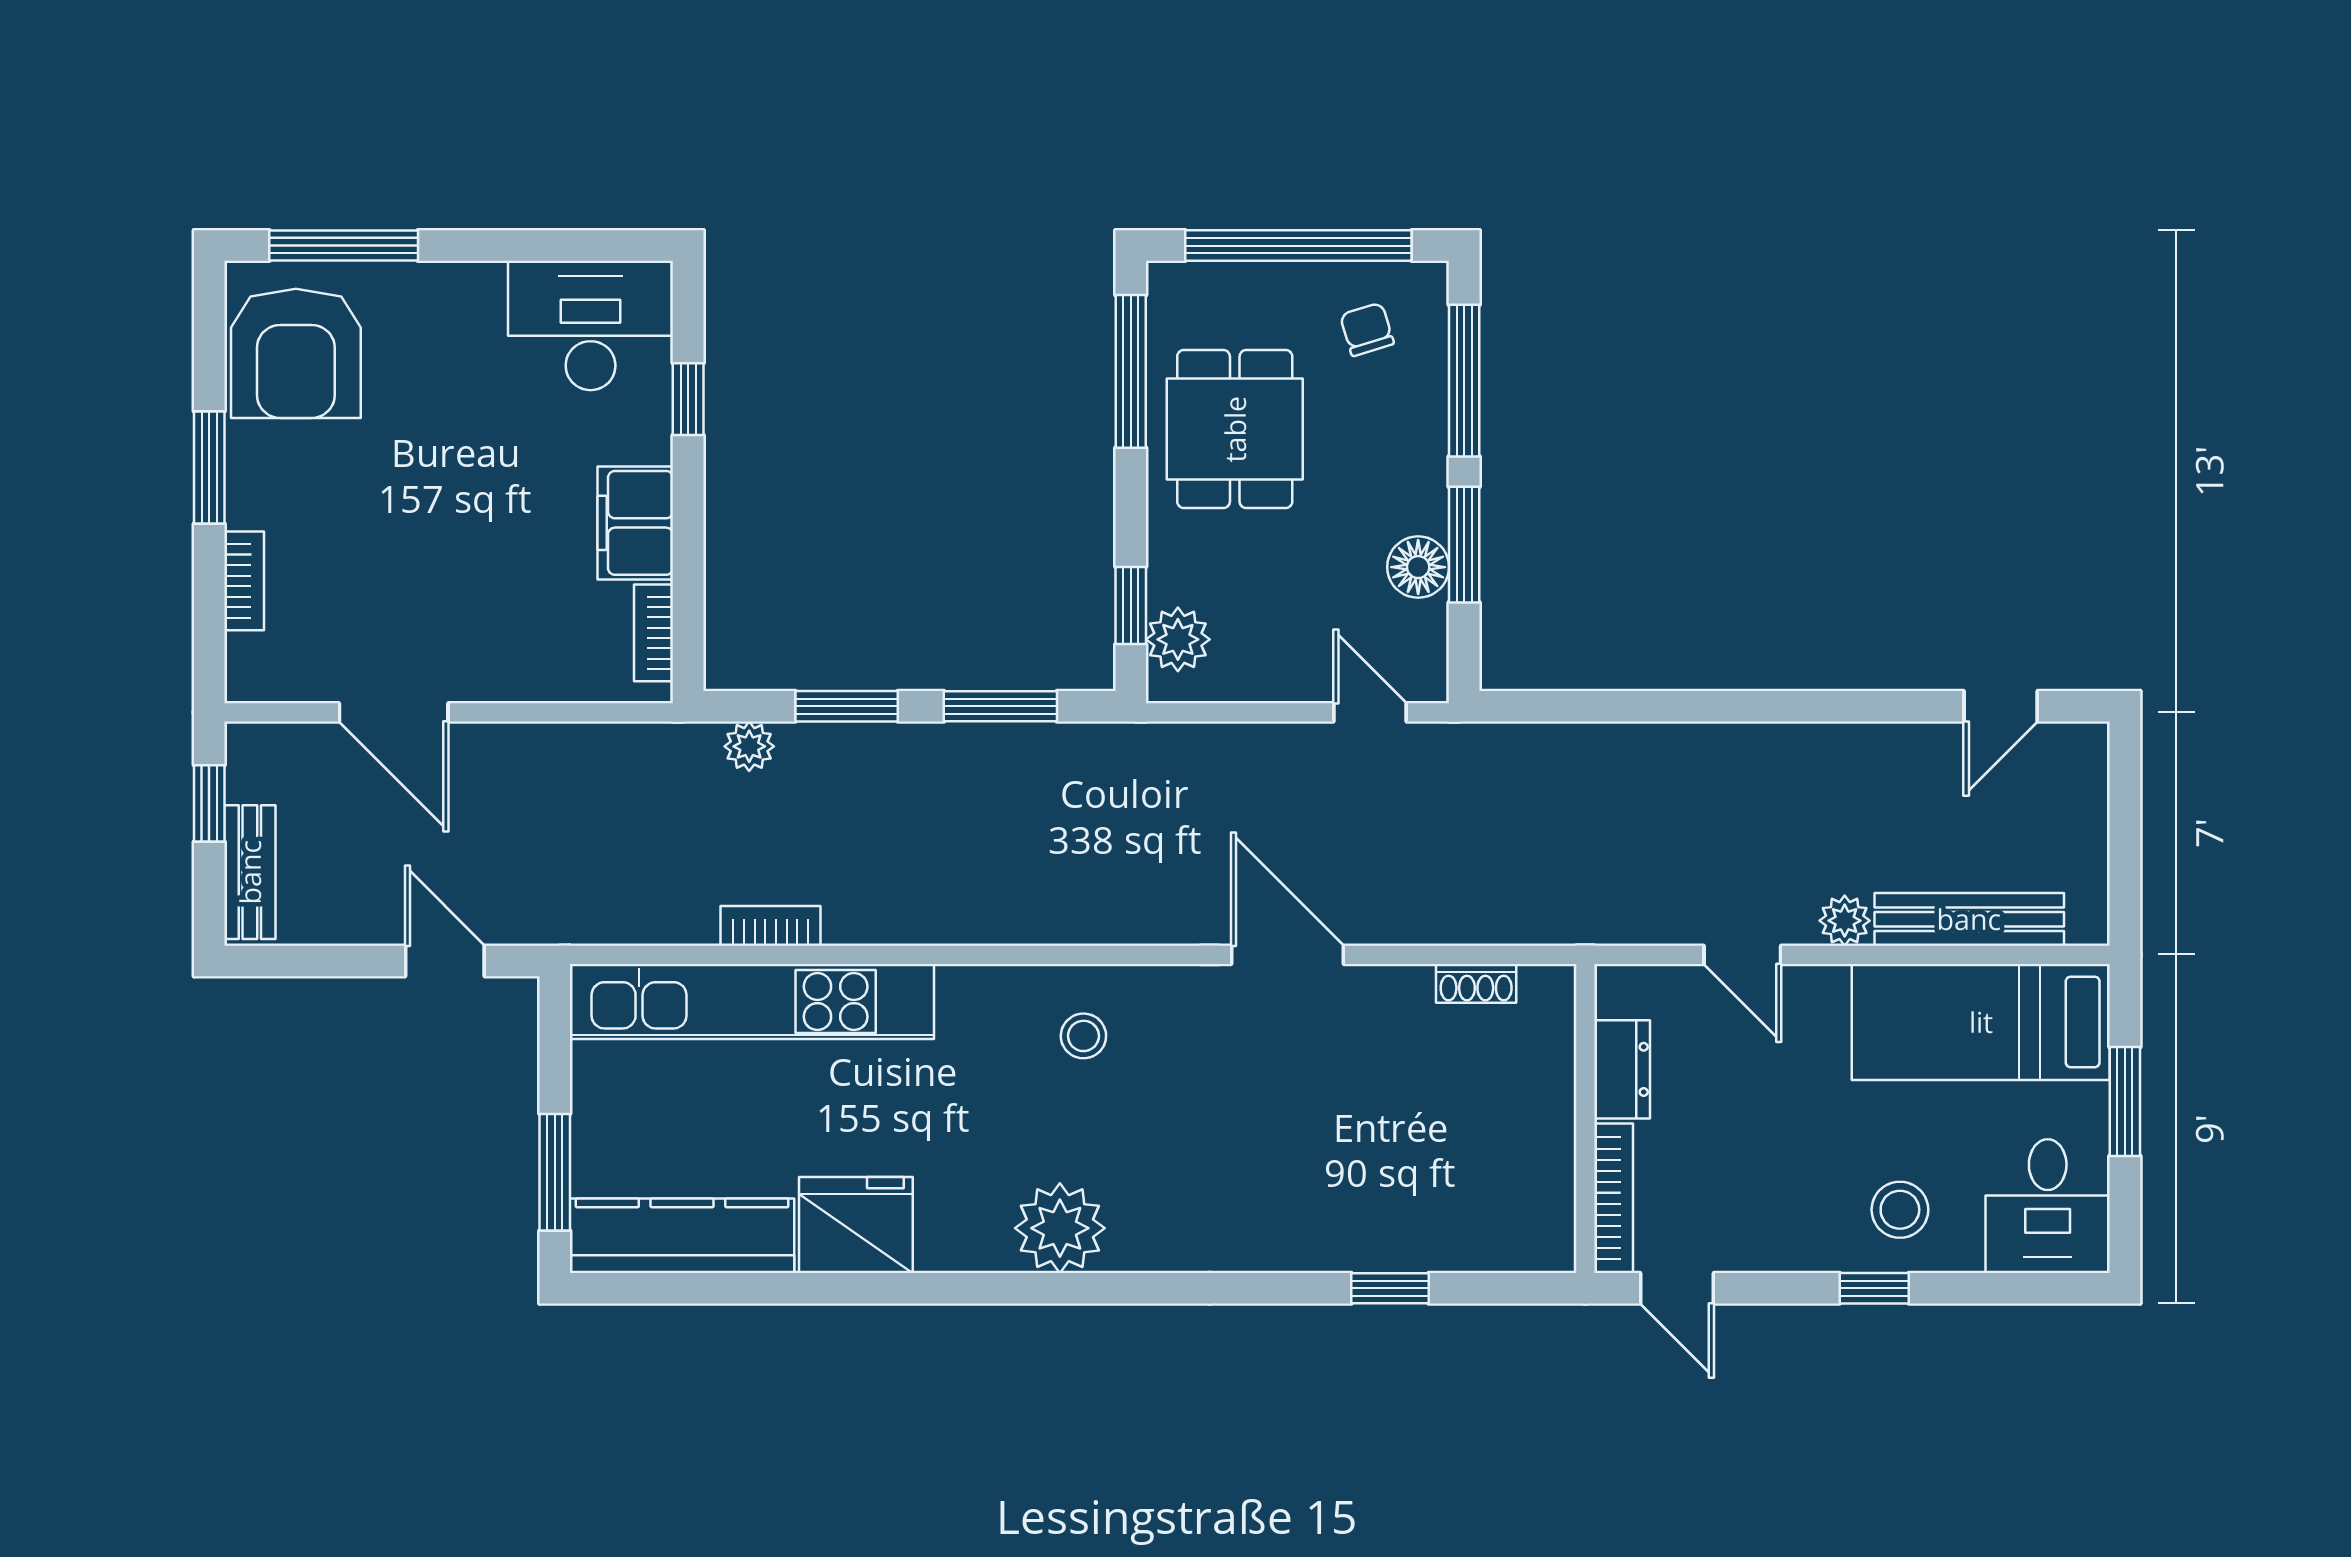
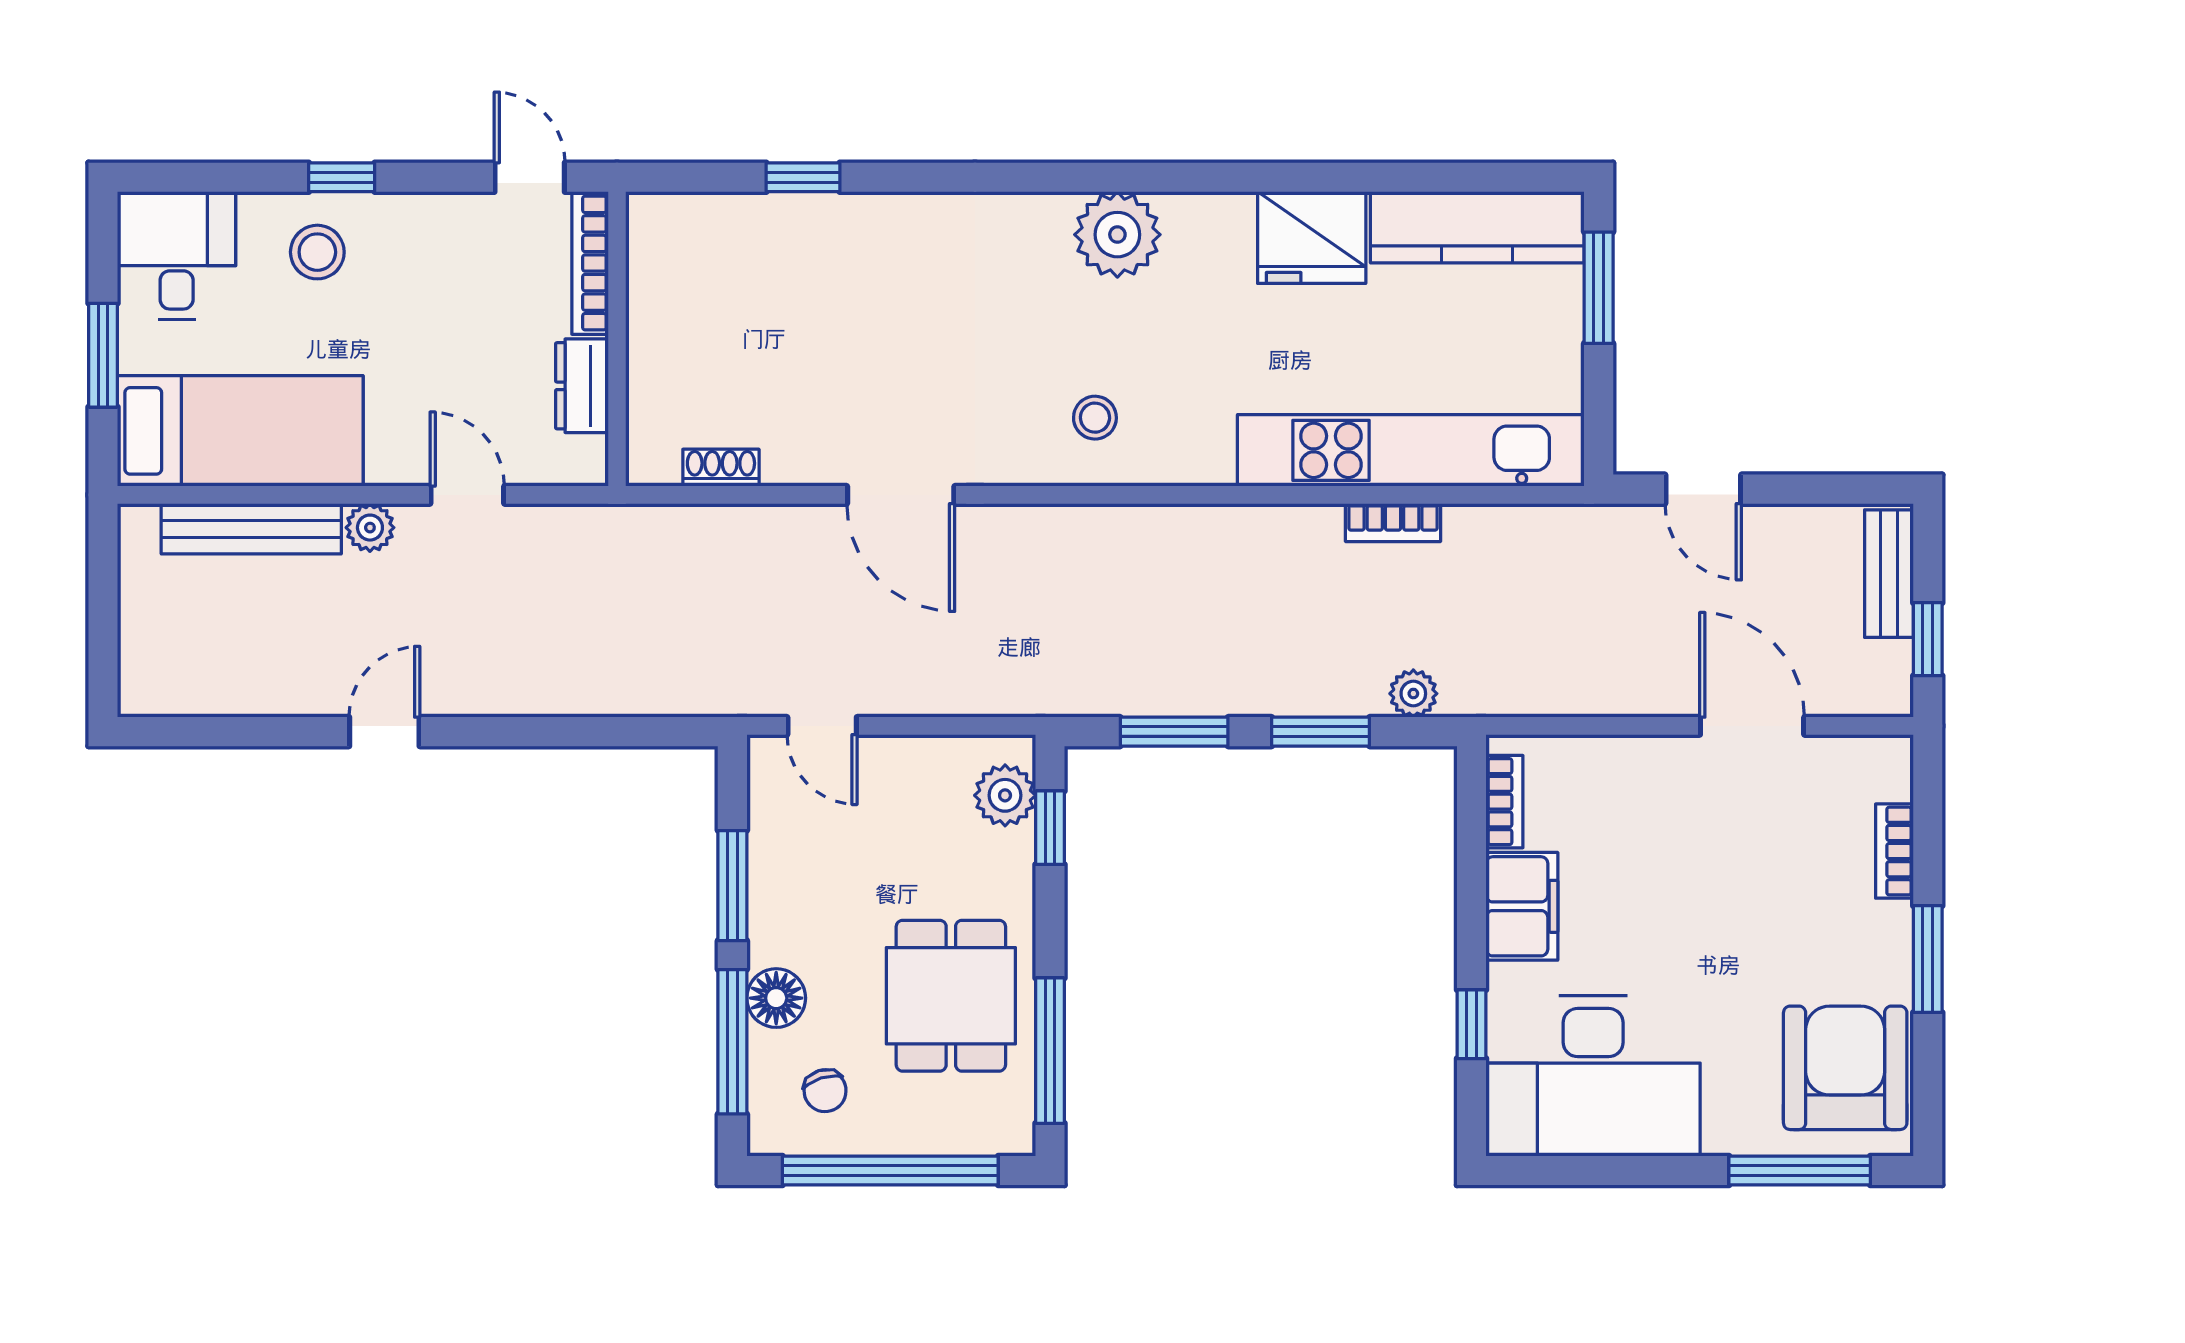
desk: (591, 325) -> (1593, 1076), width x1.36, depth x1.30
floor lamp: (1418, 567) -> (776, 998), moved
door: (2001, 706) -> (384, 732), moved

